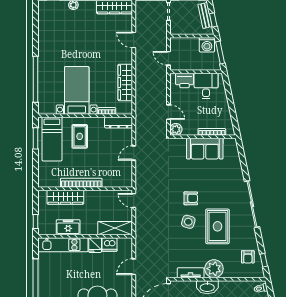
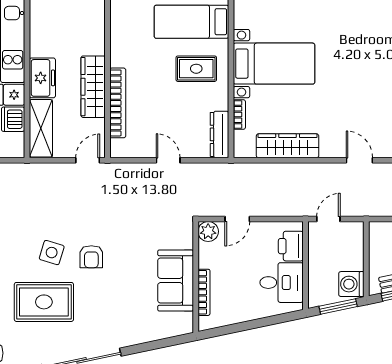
door: (134, 40) -> (359, 160), hinge flipped
bookcase: (81, 183) -> (118, 103), moved
wardrobe: (65, 197) -> (93, 87), moved
freezer: (68, 227) -> (42, 78), moved

